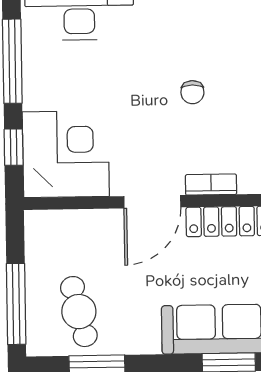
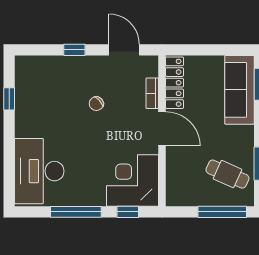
chair: (192, 92) -> (96, 104), turned 139
cafe table: (79, 312) -> (227, 174), turned 38

